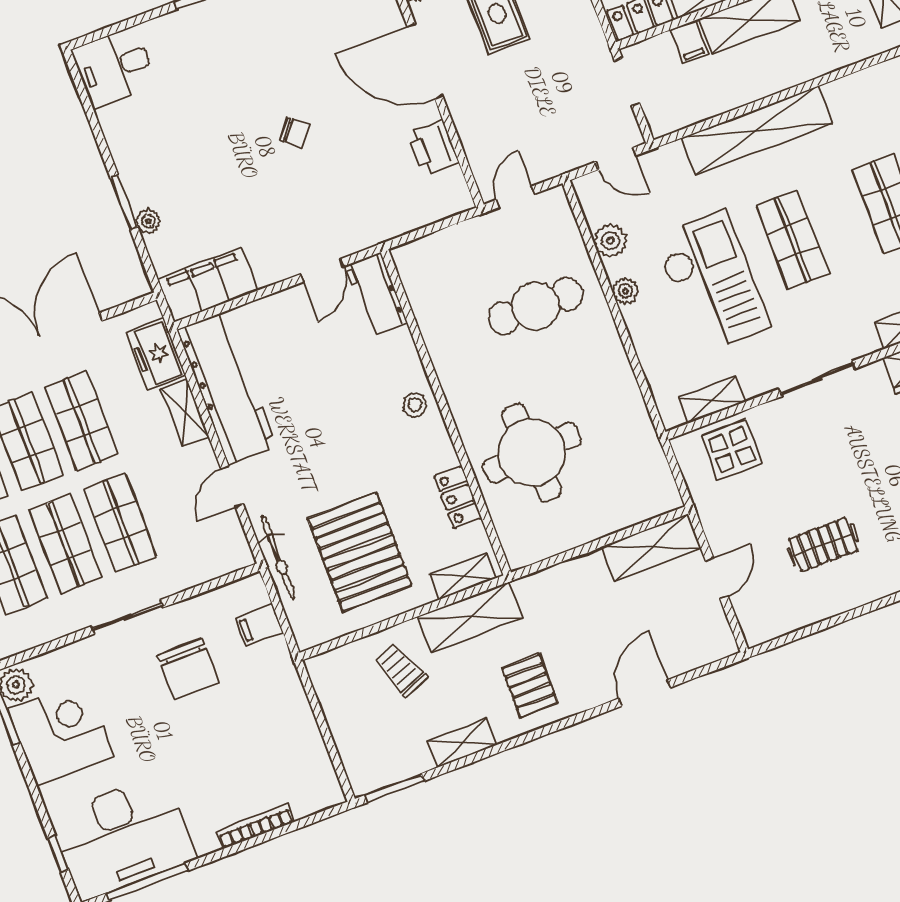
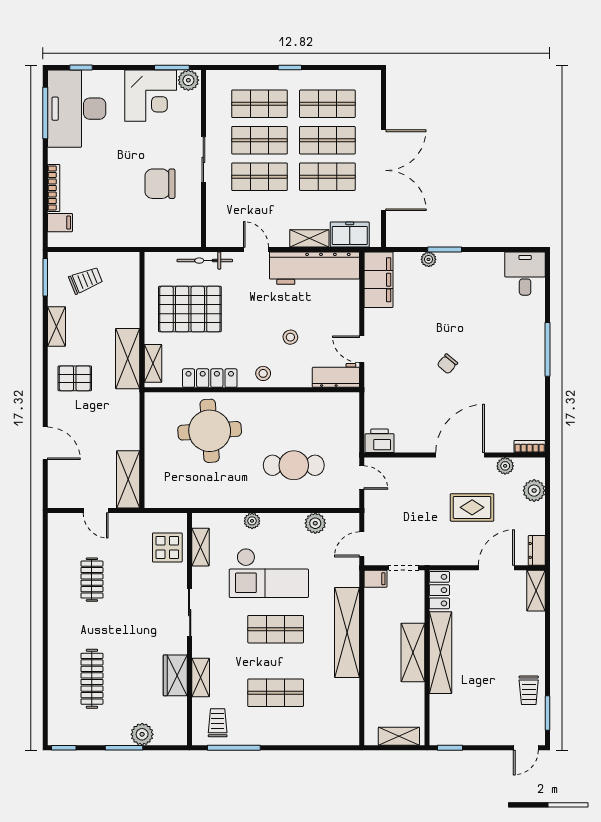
filing cabinet: (689, 42) -> (375, 579), moved, turned 180
printer: (433, 148) -> (380, 441), moved
plant: (625, 291) -> (252, 521), moved
cafe table: (535, 306) -> (294, 465), turned 90
stool: (344, 385) -> (290, 337), added
locker: (458, 497) -> (210, 378), width x1.53
filing cabinet: (259, 625) -> (60, 223), moved, turned 90
trolley: (401, 670) -> (86, 280), moved

